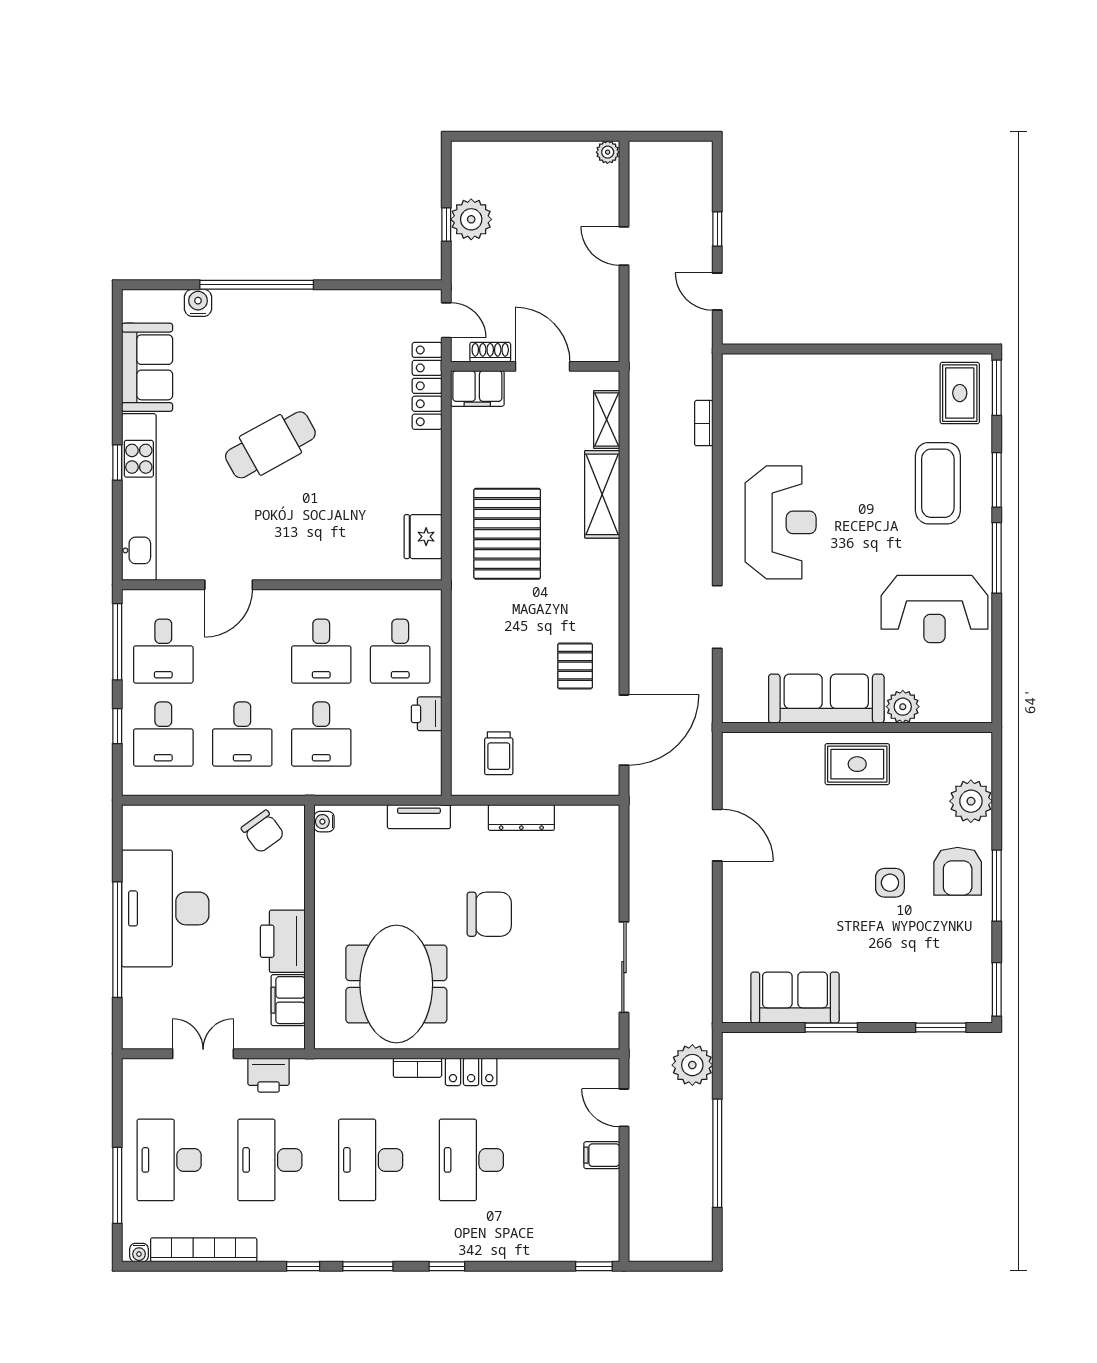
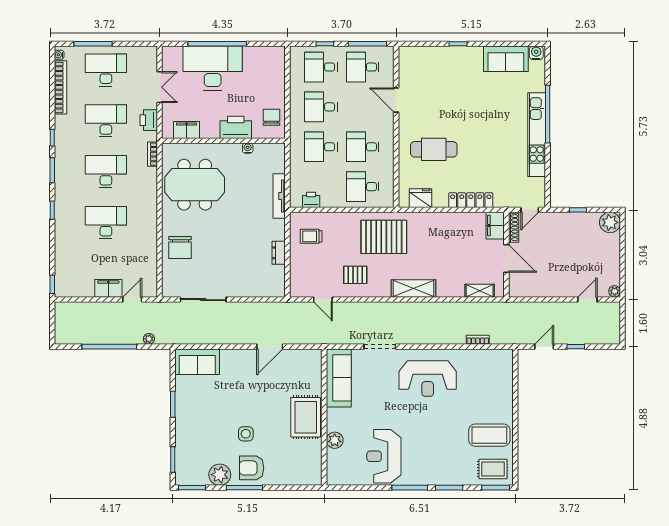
plant: (471, 219) -> (610, 222), moved
door: (624, 246) -> (587, 300), moved
water cooler: (198, 303) -> (536, 53), moved, turned -90
shoe rack: (490, 352) -> (514, 228), width x1.43
door: (543, 366) -> (506, 258), hinge flipped
locker: (427, 386) -> (471, 200), moved
cafe table: (270, 445) -> (434, 149), moved, turned -61
coffee table: (938, 483) -> (489, 435), moved
shelving: (602, 494) -> (414, 288), moved
kitchen unit: (139, 497) -> (537, 135), moved, turned 90
pallet: (507, 534) -> (384, 237), moved
sofa: (826, 699) -> (339, 378), moved
printer: (427, 714) -> (311, 200), moved
door: (624, 730) -> (323, 300), width x0.53
rug: (857, 764) -> (306, 417), width x1.36, depth x1.43
plant: (971, 801) -> (220, 475), moved
tv unit: (419, 817) -> (279, 196), width x1.41
dresser: (521, 818) -> (279, 253), width x0.70
water cooler: (324, 822) -> (248, 148), moved
chair: (263, 832) -> (272, 117), turned 126
desk: (165, 908) -> (213, 68), moved
chair: (489, 914) -> (180, 248), moved
printer: (283, 941) -> (236, 127), moved
sofa: (795, 998) -> (197, 362), moved, turned 90
plant: (692, 1065) -> (149, 339), width x0.53, depth x0.53
bookcase: (417, 1068) -> (152, 154), moved
locker: (471, 1072) -> (150, 222), removed
filing cabinet: (602, 1155) -> (108, 288), width x2.00

